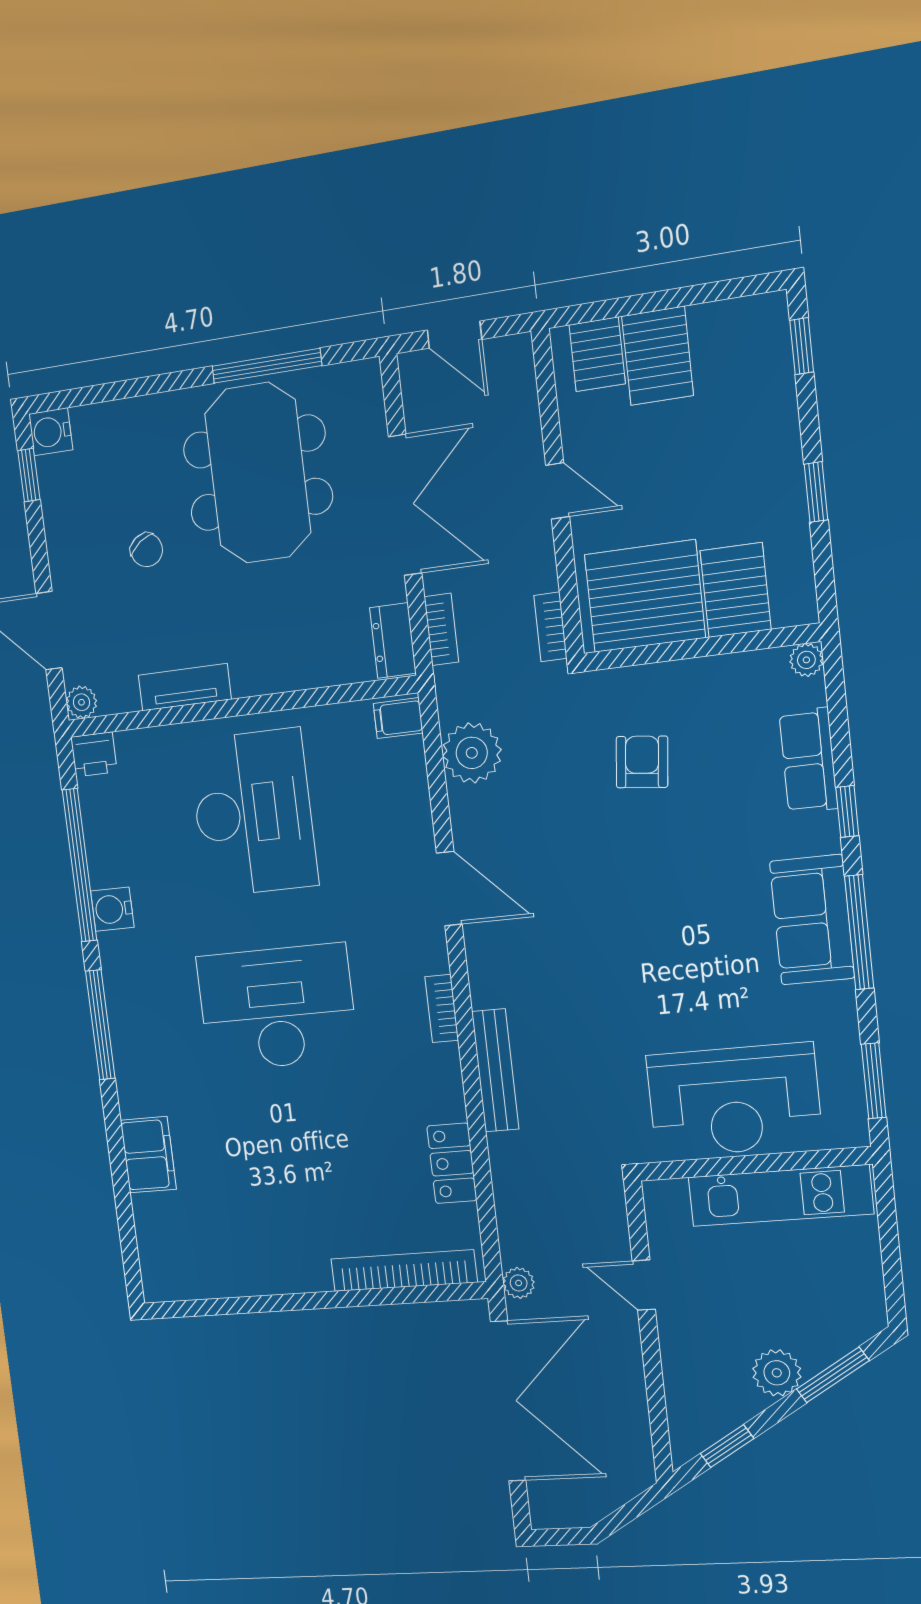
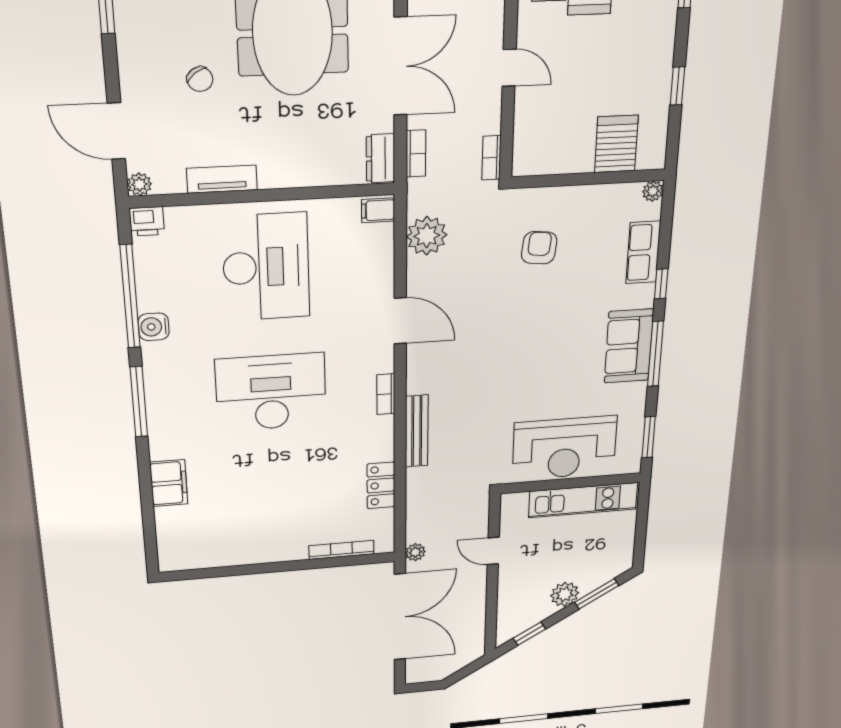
server rack: (645, 596) -> (557, 143), removed
bookcase: (404, 1271) -> (341, 550), width x0.68, depth x0.76

